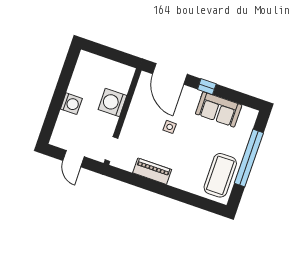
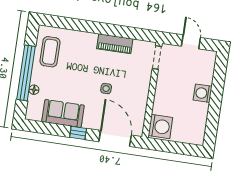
washing machine: (113, 102) -> (160, 127), moved
floor lamp: (244, 139) -> (34, 90), added
coffee table: (220, 175) -> (50, 52), width x0.73, depth x0.76

